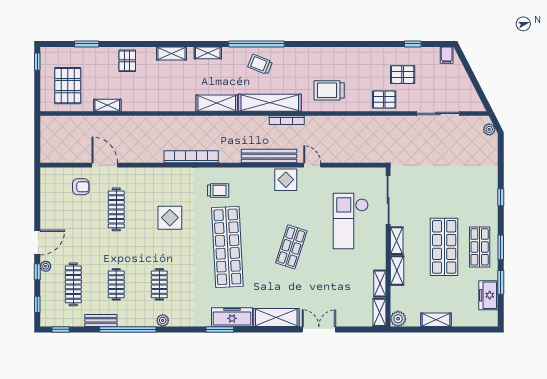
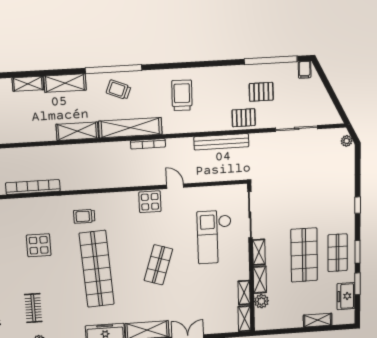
window: (413, 44) -> (271, 60), width x3.17
shelving: (208, 53) -> (65, 83), width x1.50, depth x1.33
trolley: (329, 90) -> (182, 95), moved, turned 91
bench: (269, 156) -> (221, 142), moved
bookcase: (191, 157) -> (33, 187), moved
trolley: (218, 190) -> (84, 216), turned 180
plant: (398, 319) -> (261, 301), moved
shelving: (436, 320) -> (318, 320), moved

